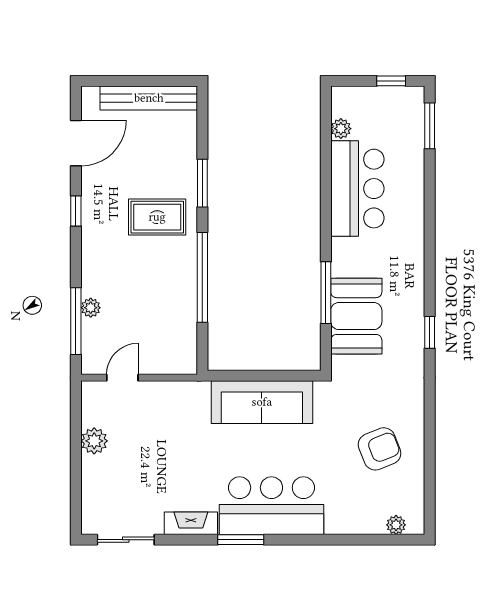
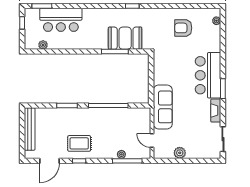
door: (76, 143) -> (49, 161), swing flipped
bar counter: (357, 189) -> (61, 20), moved, turned 180
rug: (157, 217) -> (79, 143), moved, turned 90
sofa: (262, 402) -> (163, 107), moved
armchair: (380, 449) -> (183, 28), turned -68

